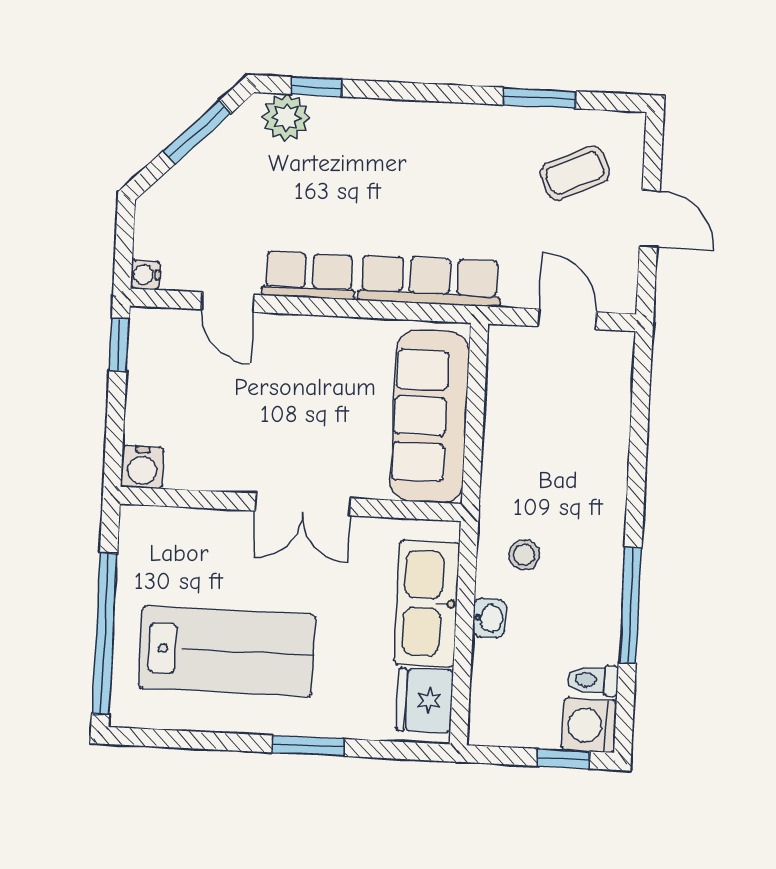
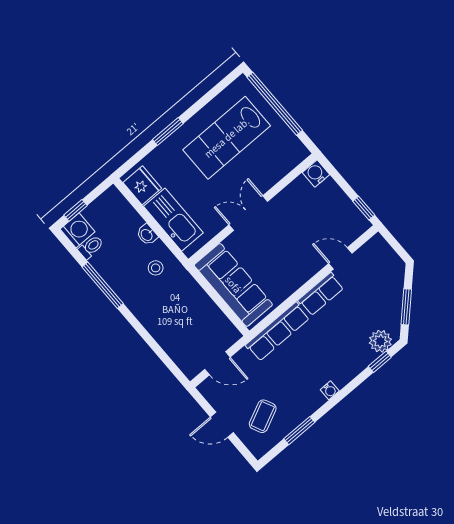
water cooler: (146, 275) -> (330, 390), moved, turned 90

